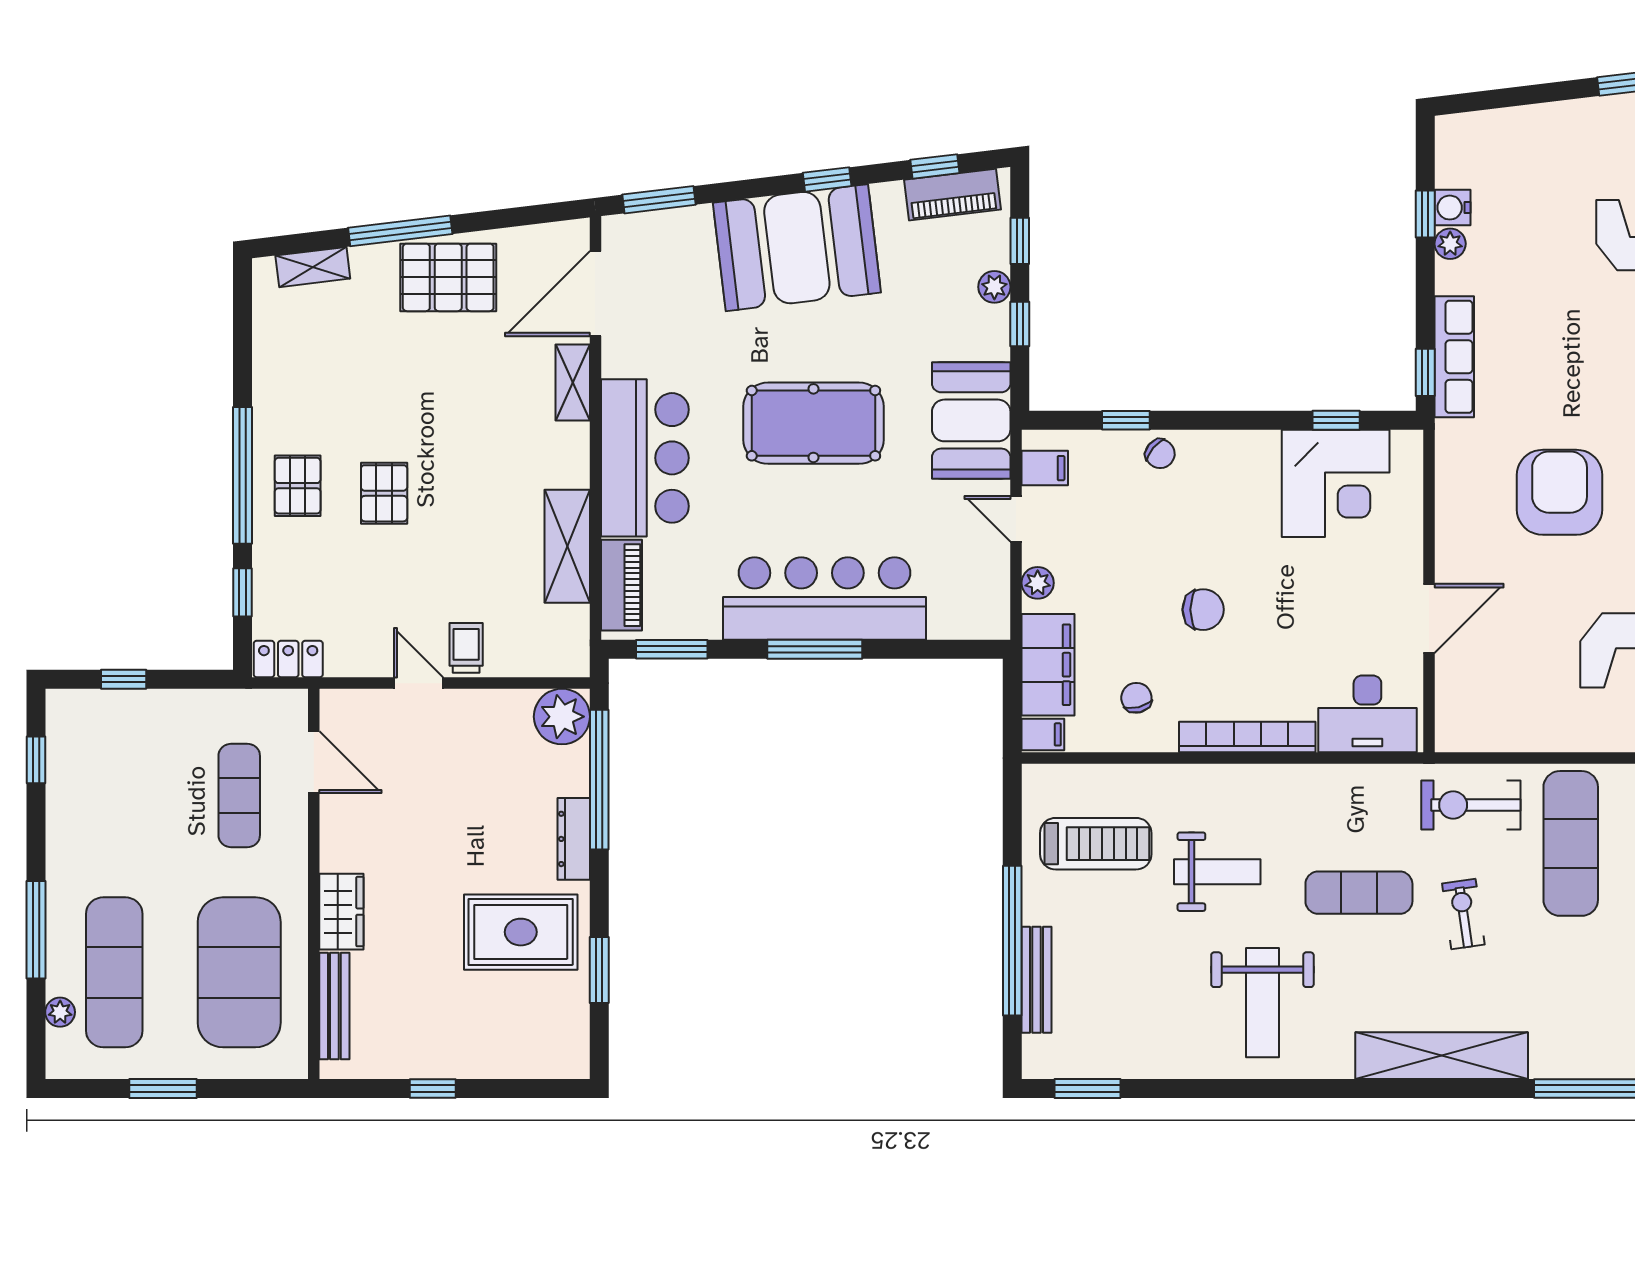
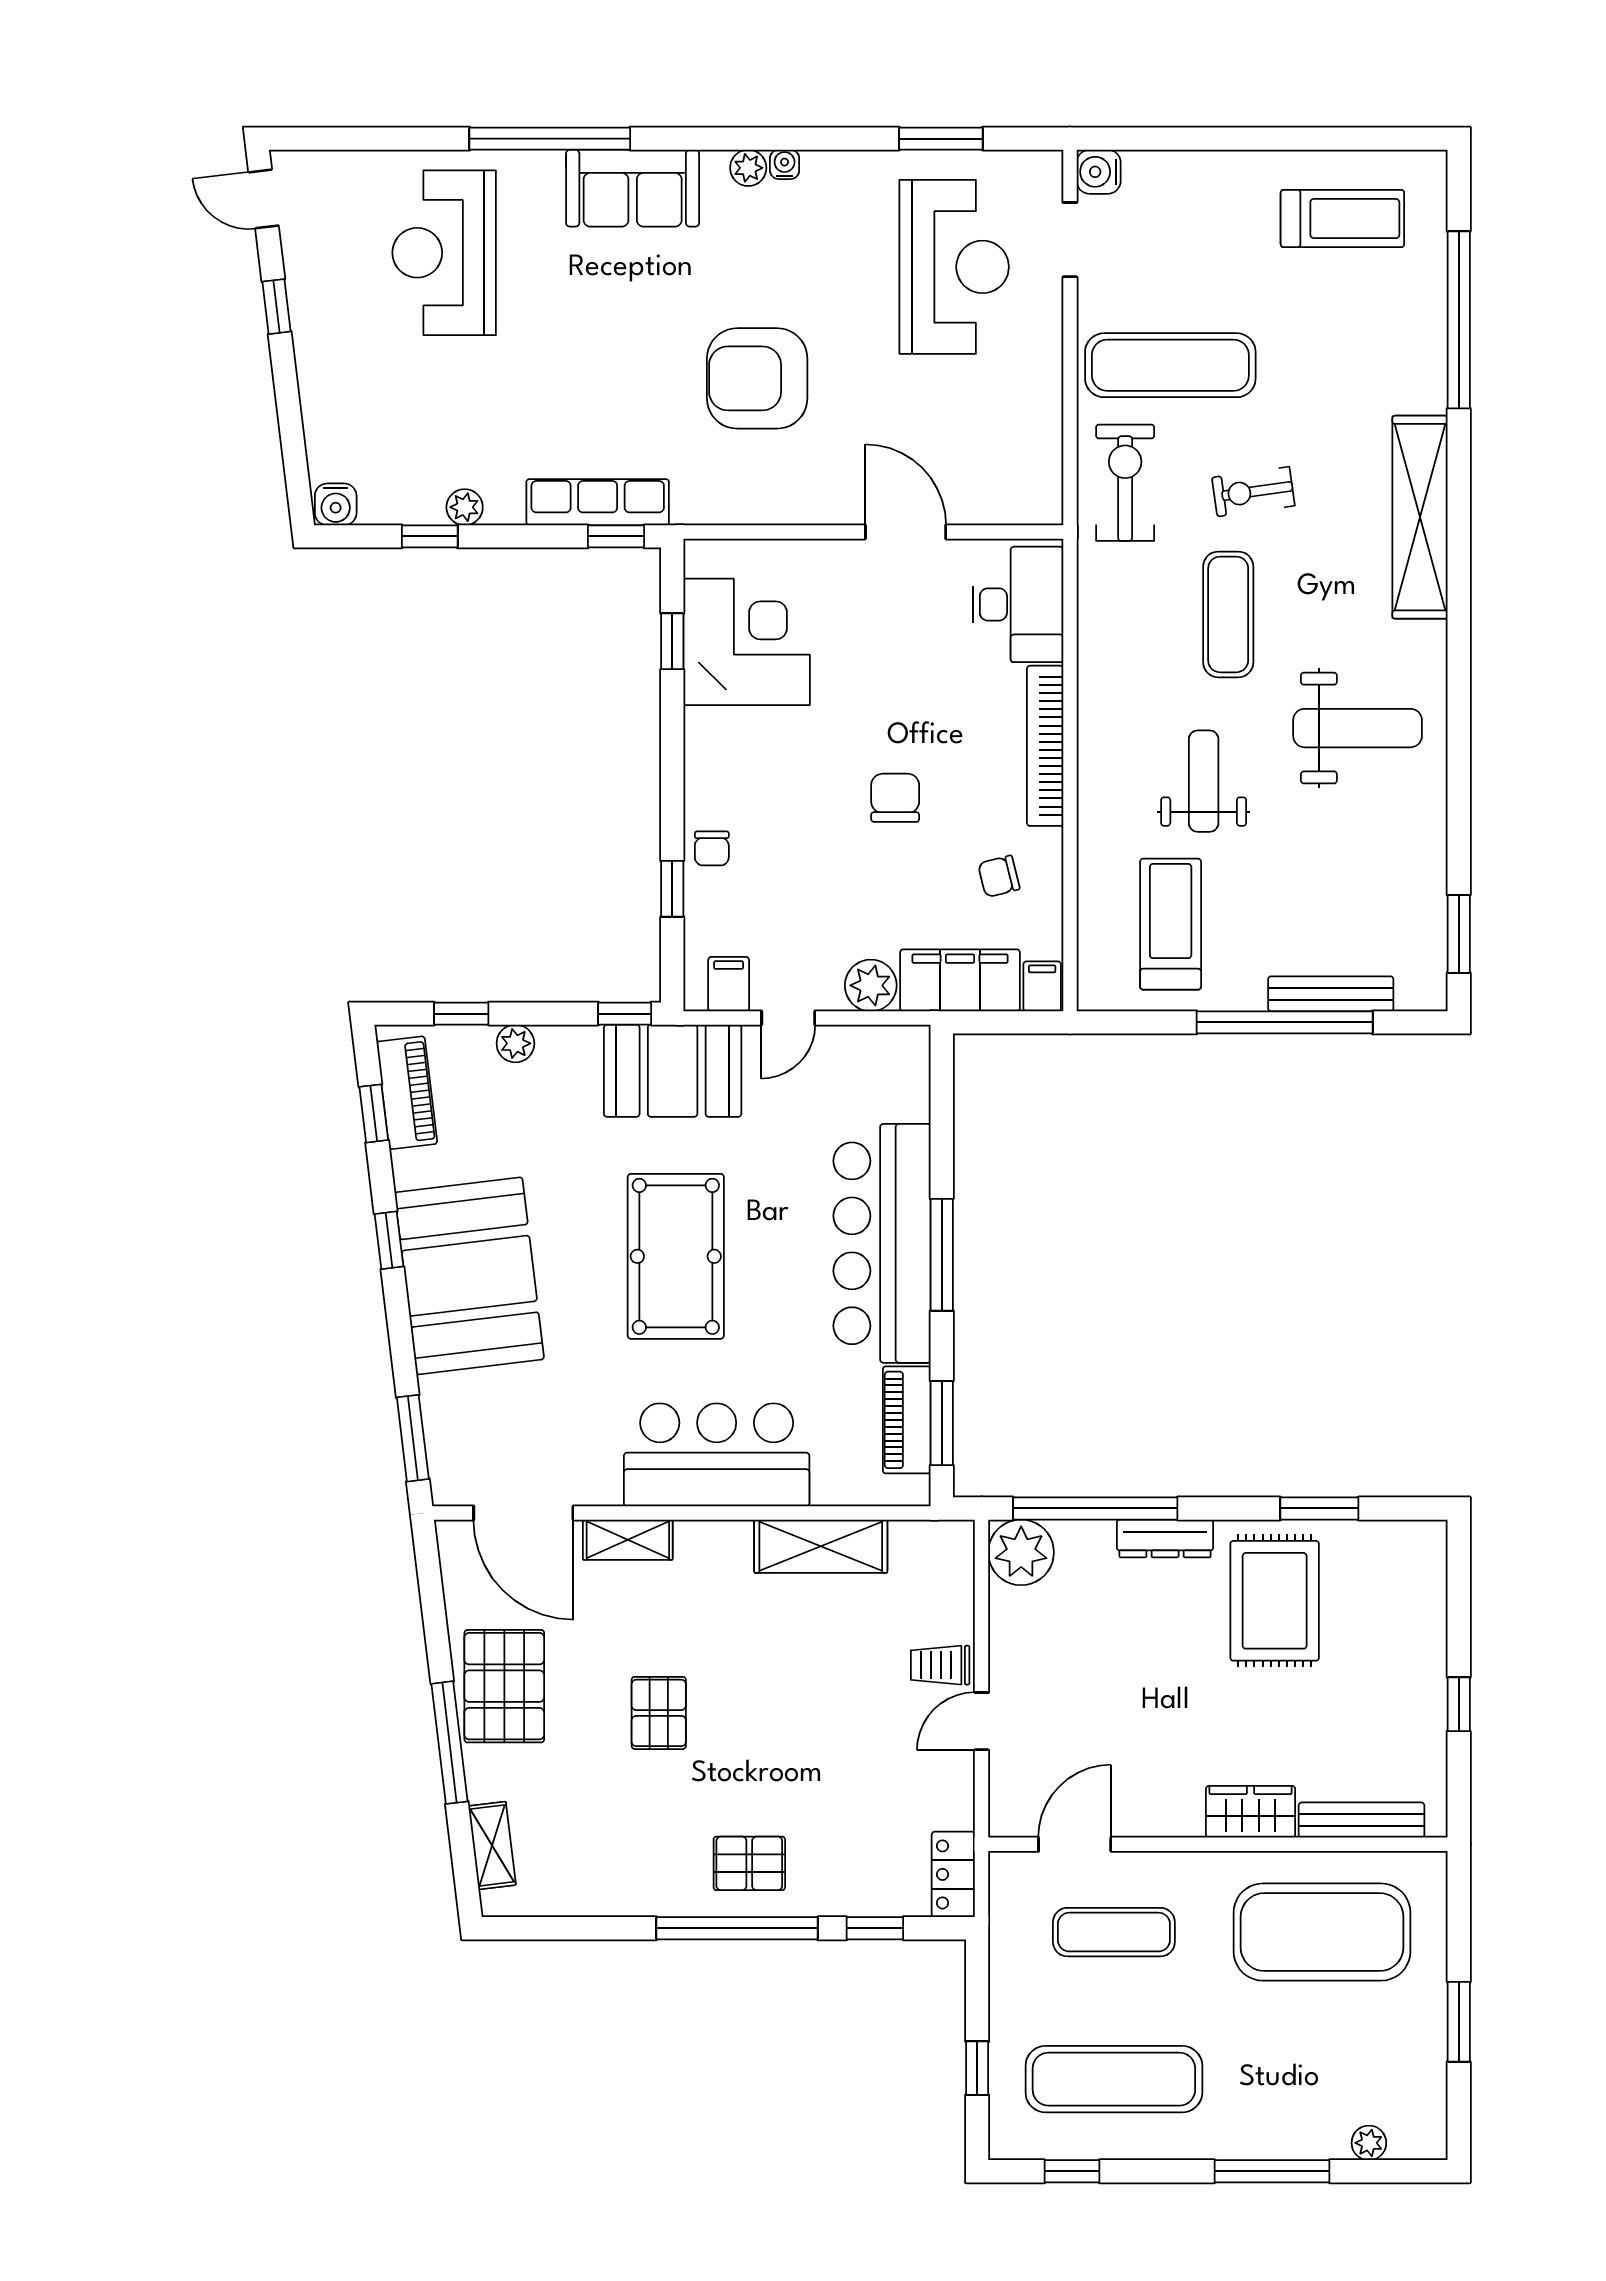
water cooler: (1452, 208) -> (336, 504), moved
window: (1020, 324) -> (625, 1014), moved
chair: (1160, 454) -> (712, 848), turned 140
pallet: (384, 493) -> (659, 1713), moved, turned 90
plant: (1038, 583) -> (871, 985), width x1.38, depth x1.38
piano: (621, 585) -> (907, 1420), moved, turned -90
exercise bike: (1471, 805) -> (1125, 483), turned 180
exercise mat: (114, 972) -> (1114, 2079), moved

